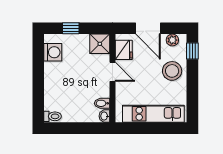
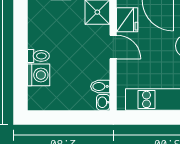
washing machine: (53, 52) -> (39, 75), moved
toilet: (53, 116) -> (38, 56), moved

